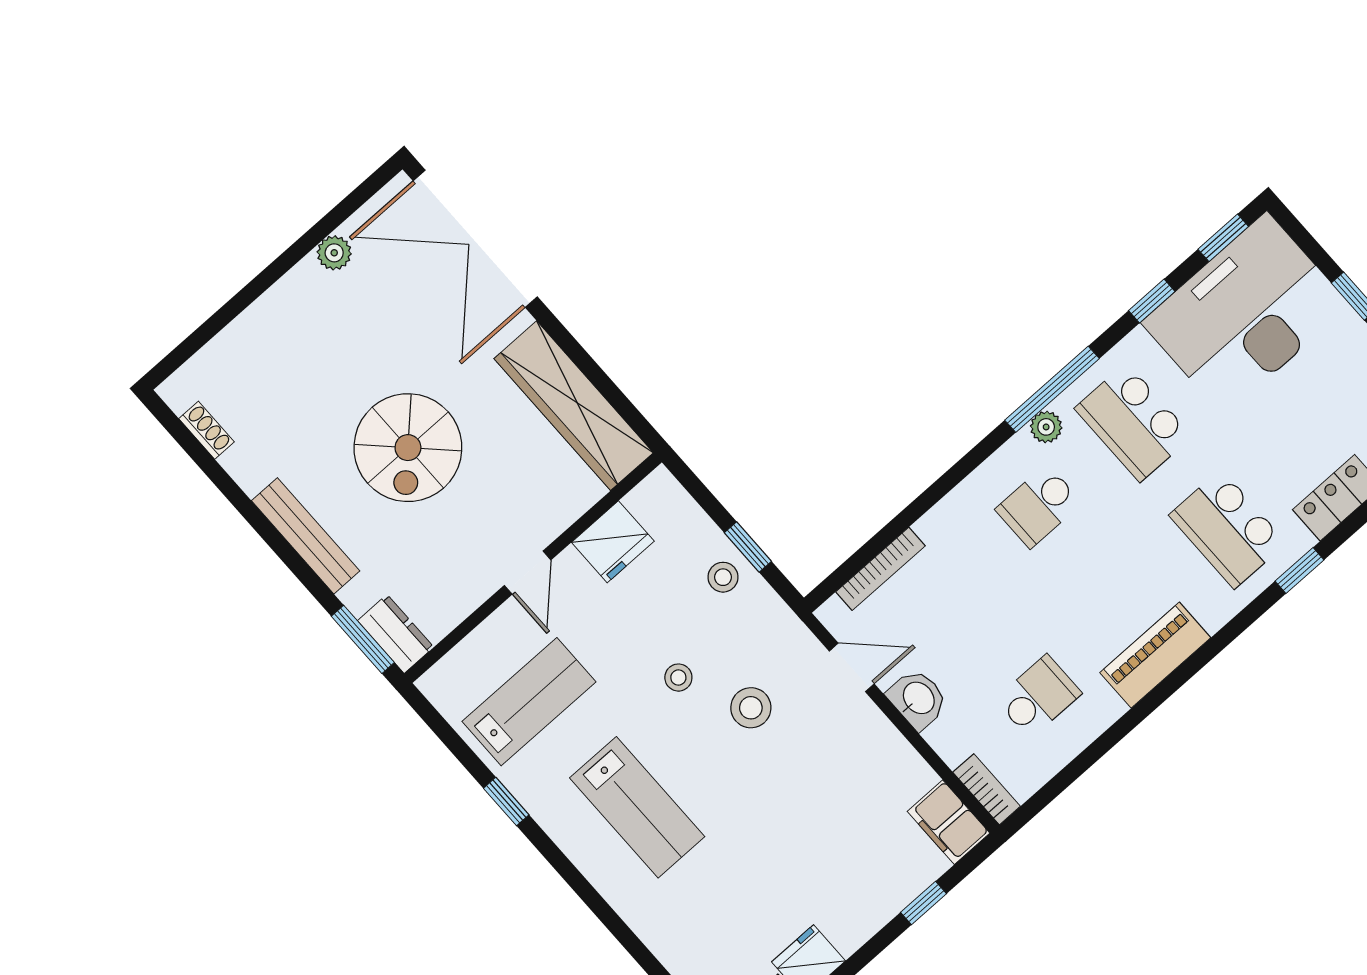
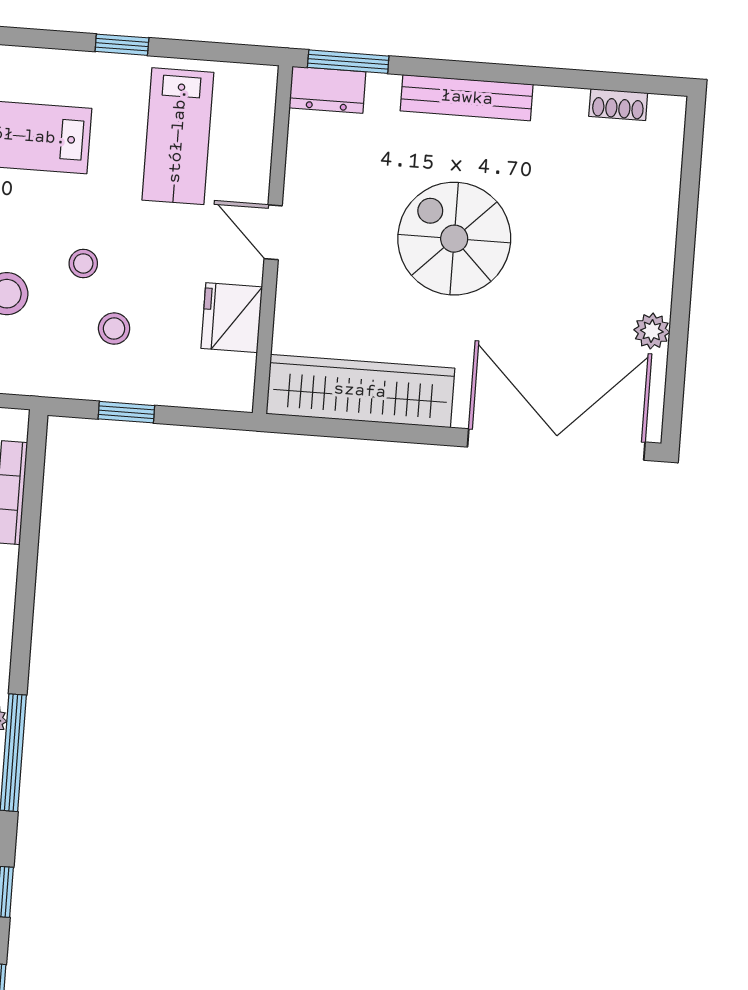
stool: (723, 577) -> (114, 329), moved

